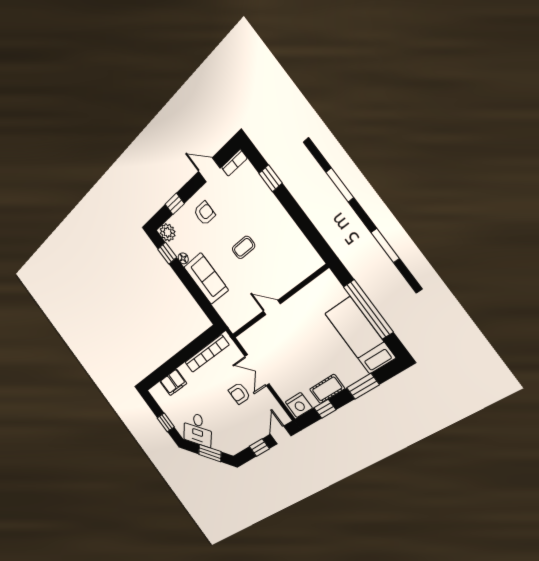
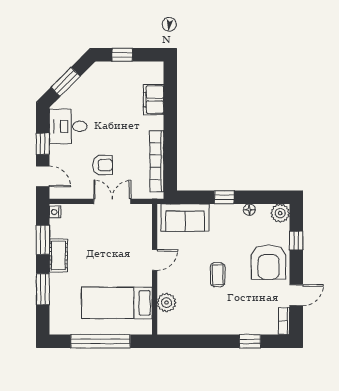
armchair: (204, 213) -> (269, 262), width x1.88, depth x1.88
window: (167, 253) -> (224, 197), moved
plant: (295, 274) -> (167, 303), added
sofa: (206, 279) -> (185, 218), moved
bed: (360, 336) -> (117, 303), moved, turned 180
armchair: (239, 394) -> (102, 165), turned 90
nightstand: (299, 405) -> (55, 212), width x0.53, depth x0.56
window: (325, 409) -> (43, 240), width x1.50
desk: (198, 429) -> (68, 126), moved, turned -45

